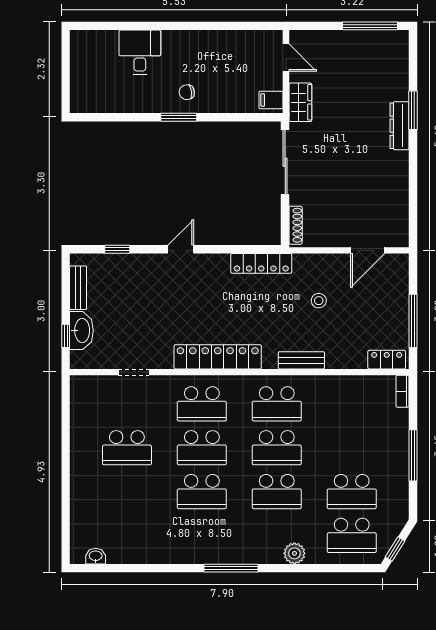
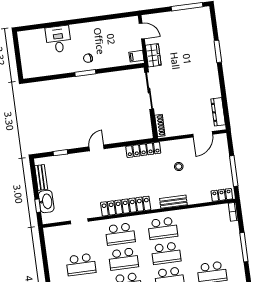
dresser: (399, 126) -> (218, 112), moved

